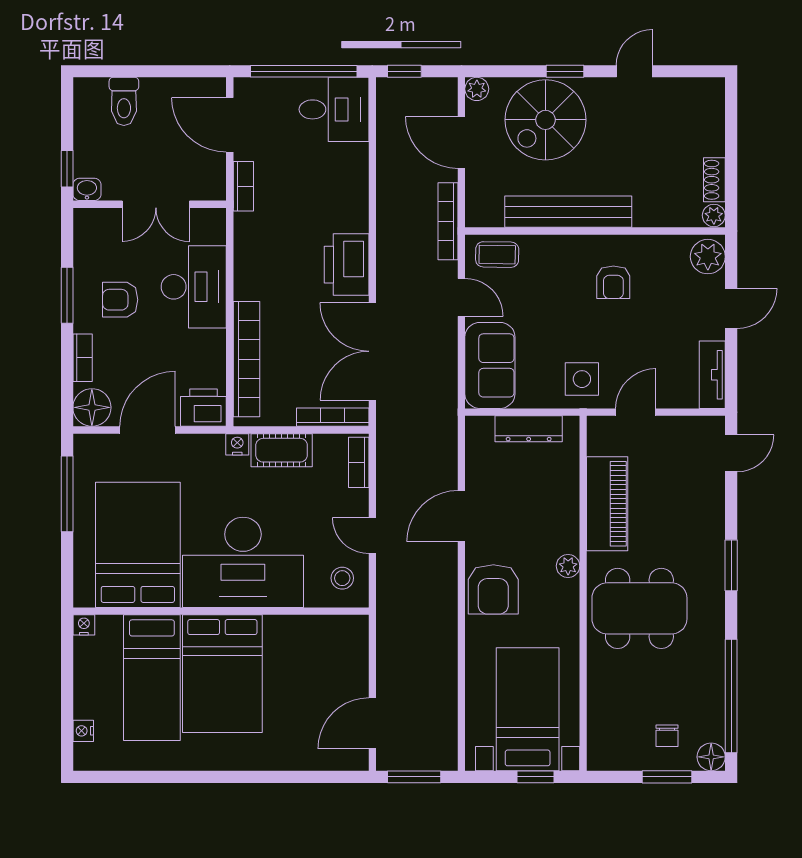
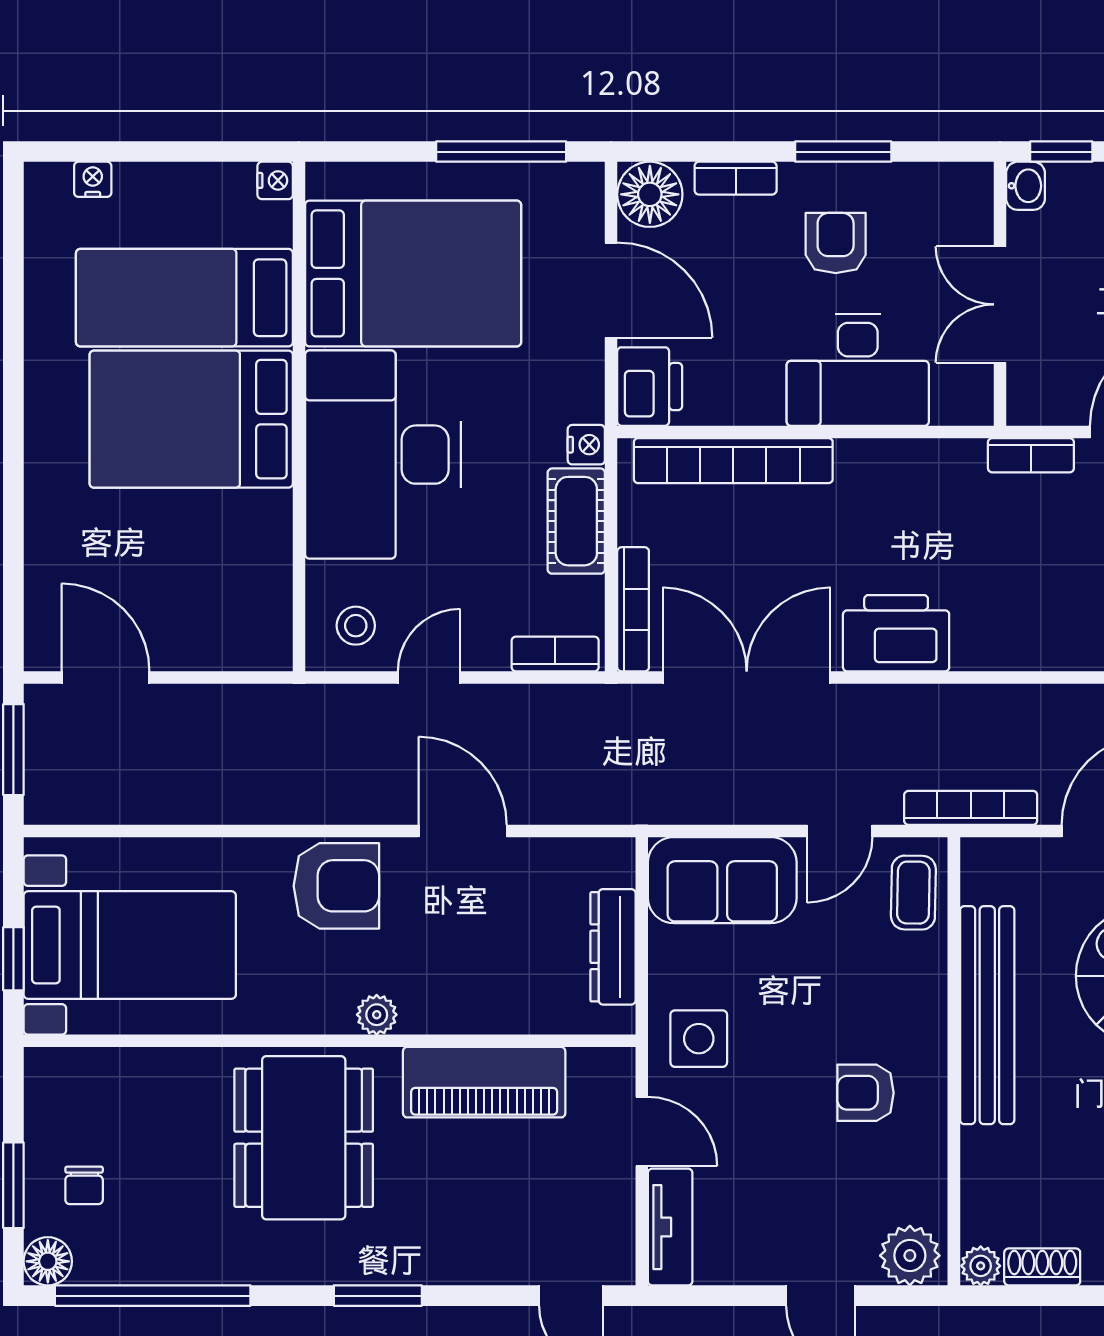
tv unit: (712, 375) -> (670, 1227), moved, turned 90
armchair: (493, 589) -> (336, 886), turned 180
chair: (667, 736) -> (84, 1185), turned -90

